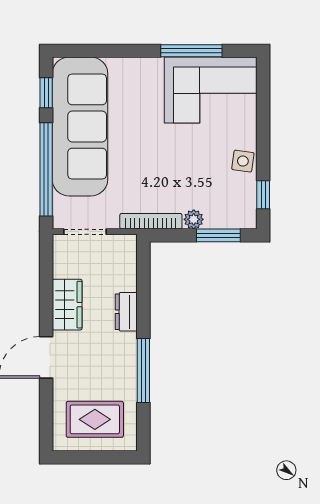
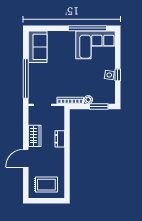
window: (191, 51) -> (87, 28), width x1.46
window: (46, 93) -> (26, 46), removed
sofa: (80, 127) -> (38, 47), width x0.54, depth x0.79
window: (263, 195) -> (118, 75), moved
window: (143, 371) -> (67, 164), removed

